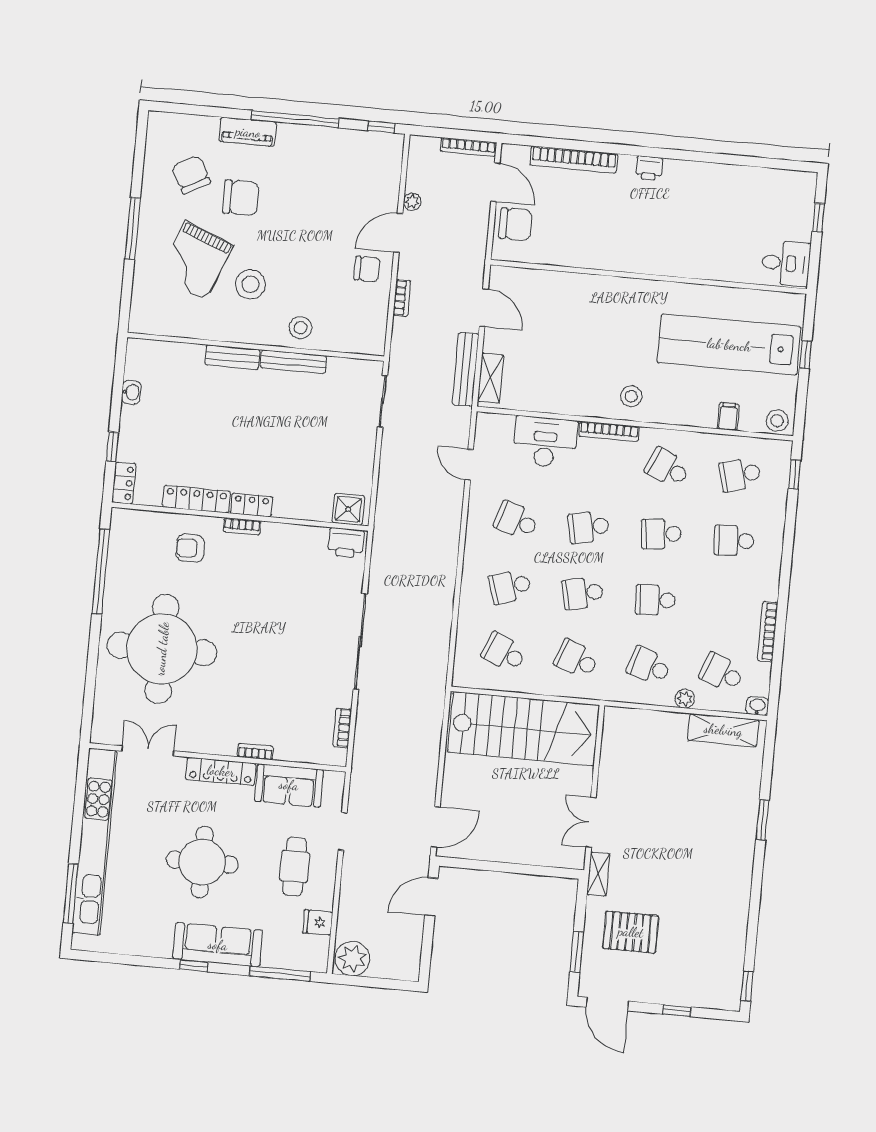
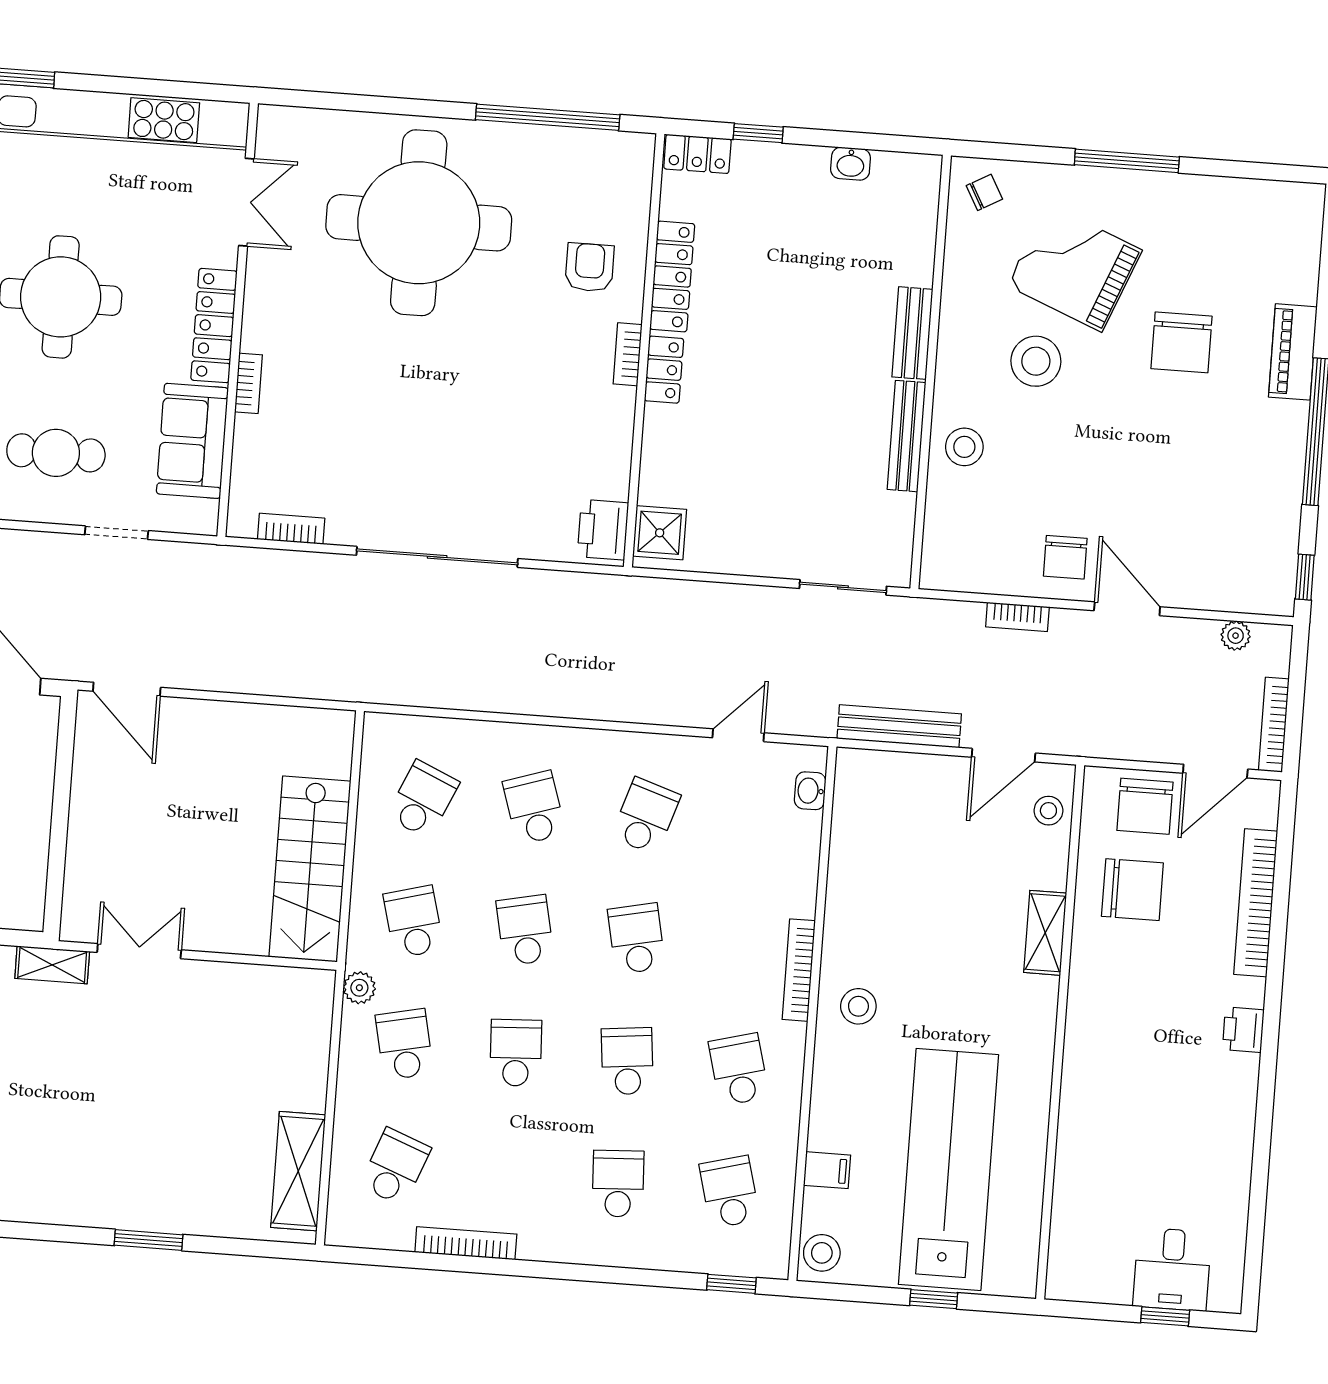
chair: (191, 175) -> (984, 192), moved, width x0.54, depth x0.54
plant: (412, 202) -> (1236, 636), moved
chair: (565, 233) -> (1132, 890), added
desk: (786, 263) -> (1172, 1269), moved
stool: (517, 281) -> (1048, 811), added
shelving: (491, 378) -> (1045, 933), moved, turned 90
desk: (545, 442) -> (779, 862), removed
school desk: (667, 468) -> (739, 1069), turned -39
school desk: (576, 659) -> (414, 922), turned -36
school desk: (649, 666) -> (404, 1044), turned -30
plant: (685, 699) -> (359, 988), moved
washbasin: (757, 706) -> (810, 791), moved, turned 180
stairs: (524, 729) -> (310, 869), width x0.73, depth x0.66

